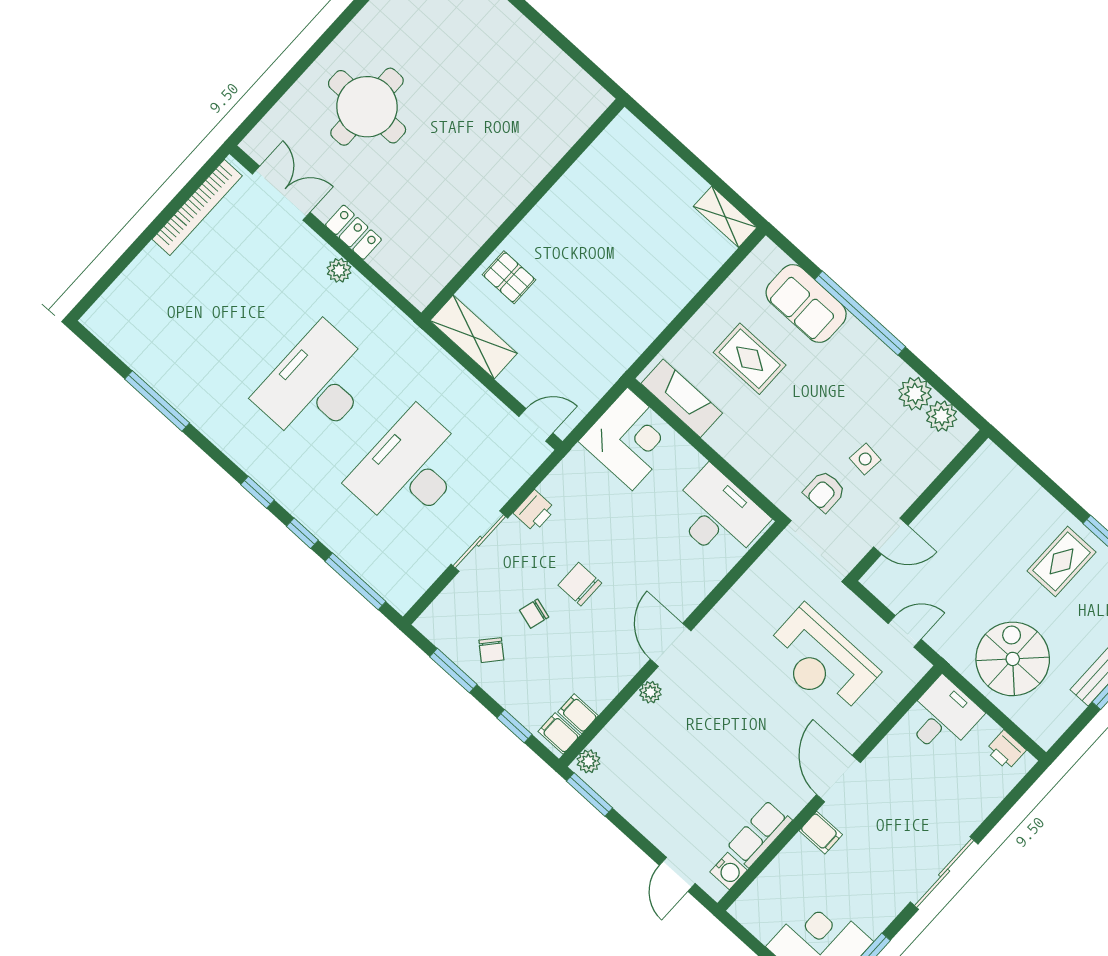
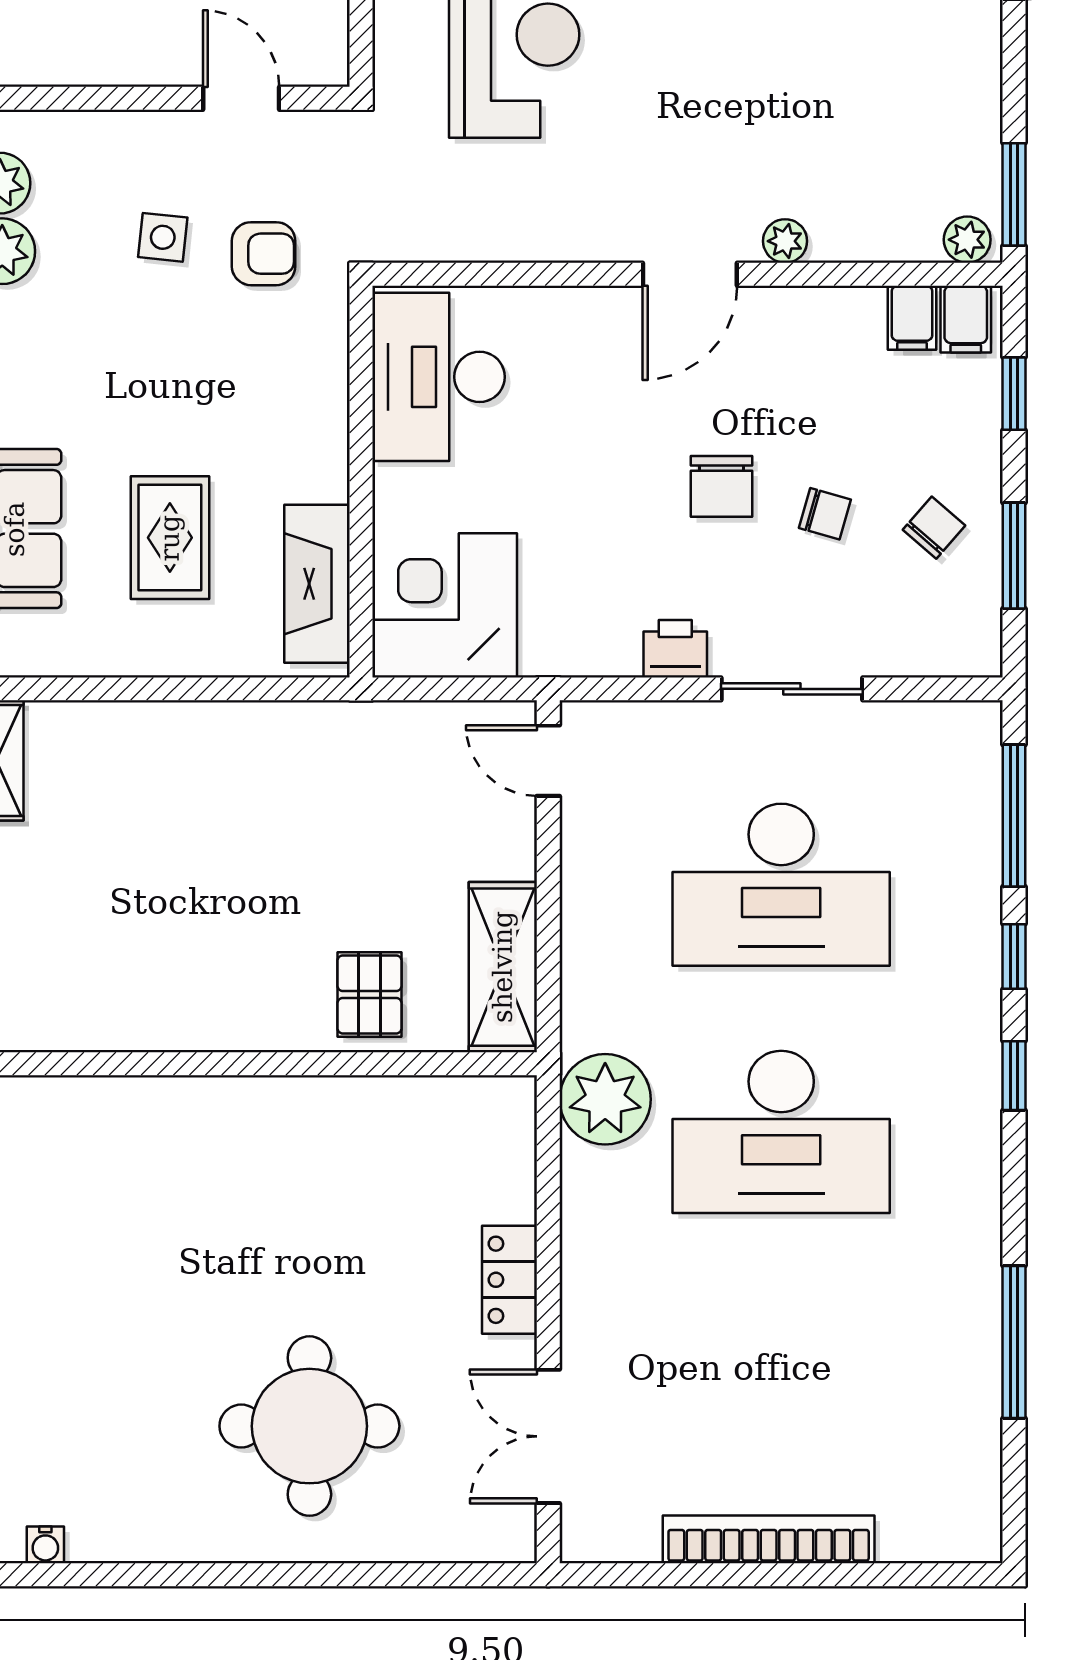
bookcase: (197, 207) -> (769, 1539), moved
plant: (339, 270) -> (605, 1099), moved, width x1.87, depth x1.87

